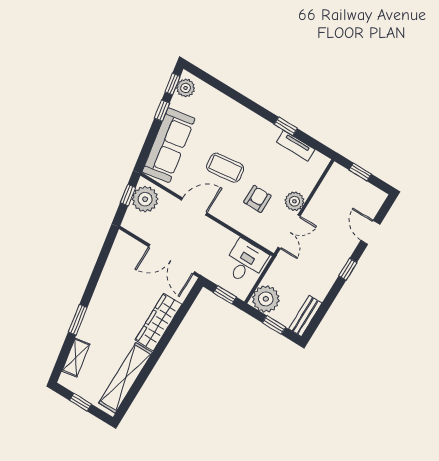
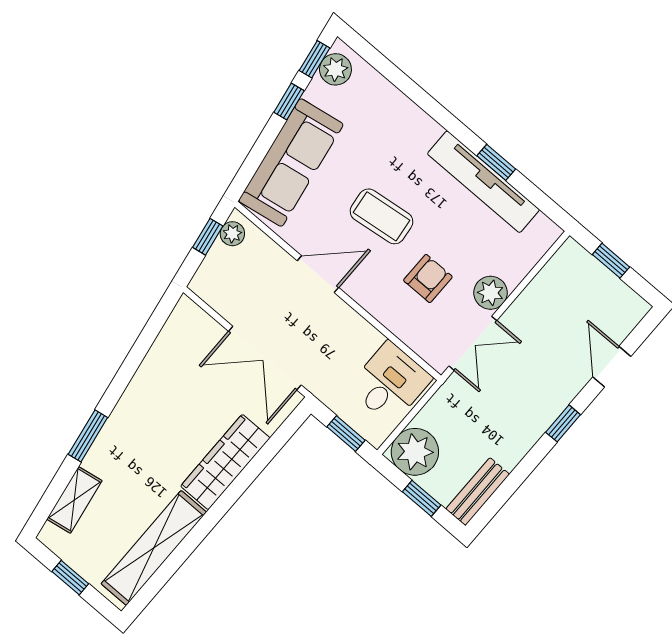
tv unit: (296, 146) -> (483, 182), width x1.92, depth x1.29
plant: (145, 199) -> (232, 234), width x0.53, depth x0.53

